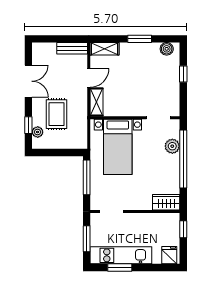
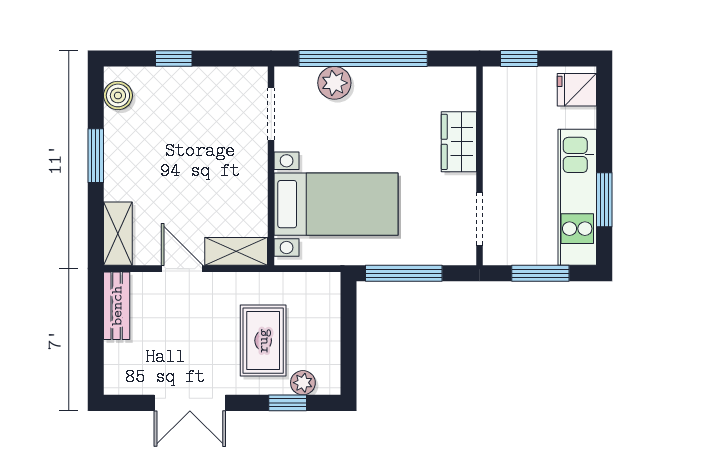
double door: (28, 81) -> (190, 403), swing flipped
rug: (56, 114) -> (263, 341), turned 90
wardrobe: (166, 202) -> (459, 142), moved

